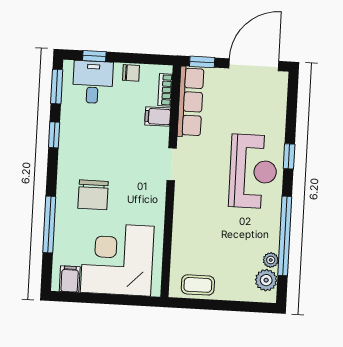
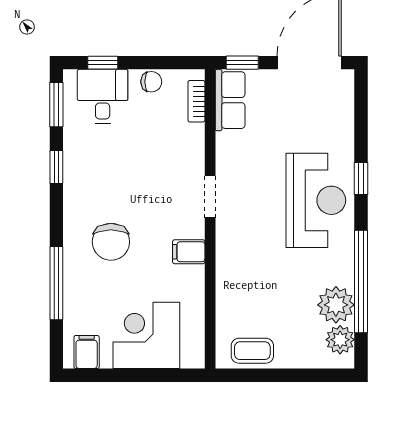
row of seats: (190, 102) -> (230, 100), width x0.68
filing cabinet: (158, 117) -> (189, 252), moved
corner desk: (117, 259) -> (146, 335), width x0.74, depth x0.74
plant: (271, 260) -> (336, 305), width x1.88, depth x1.88

